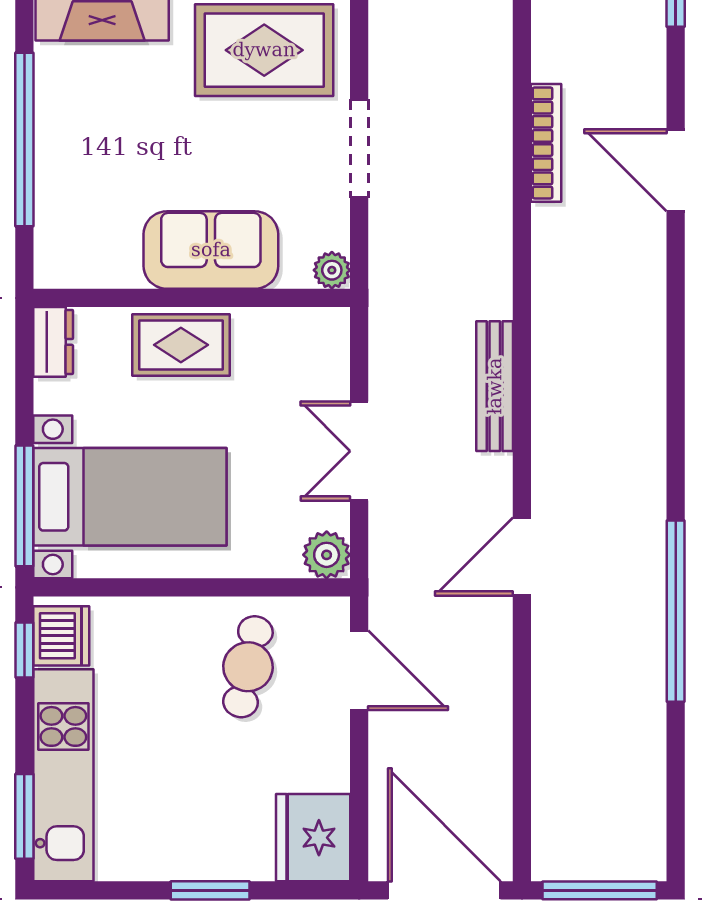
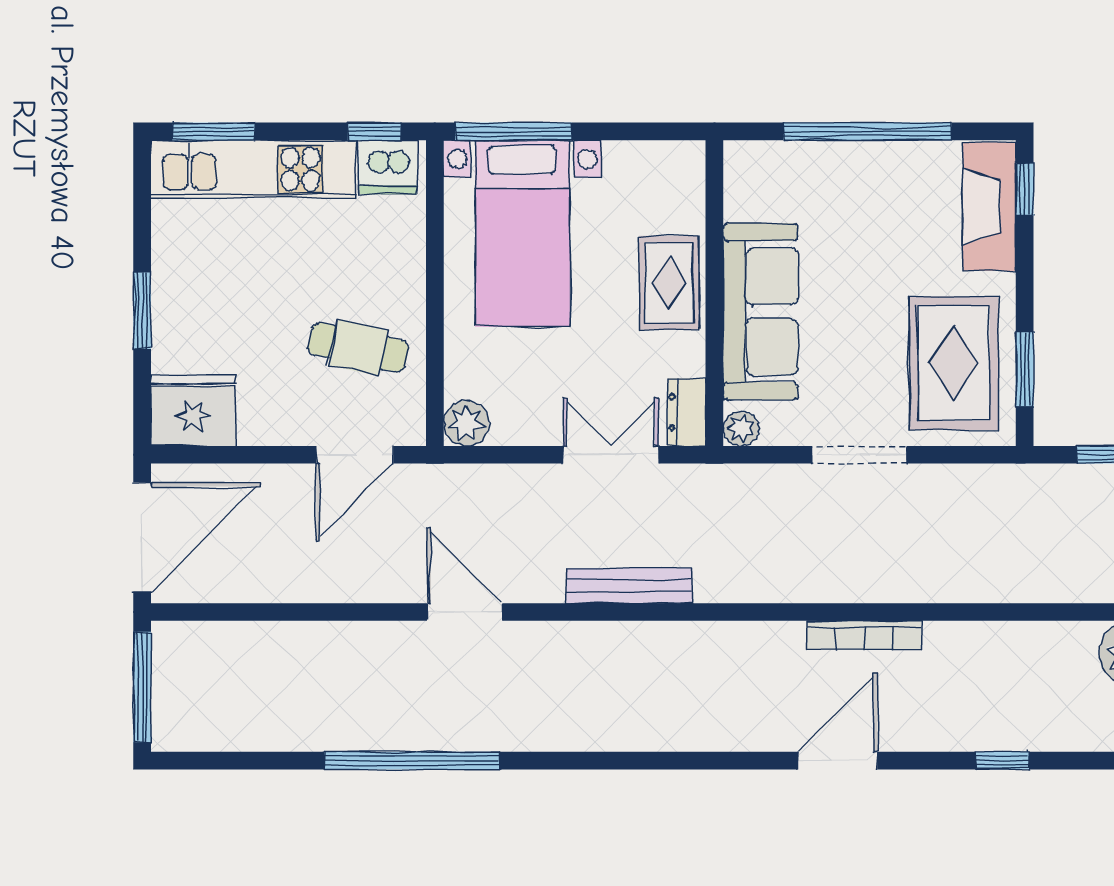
sofa: (211, 250) -> (761, 312), width x1.36
dresser: (53, 342) -> (687, 412), moved, turned 90
double door: (359, 451) -> (611, 455), moved

